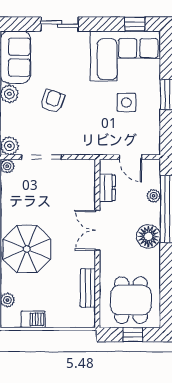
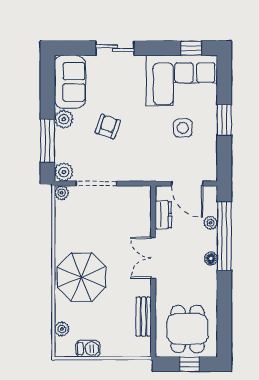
door: (131, 157) -> (187, 184), width x1.37
floor lamp: (148, 236) -> (211, 259), width x0.53, depth x0.53

